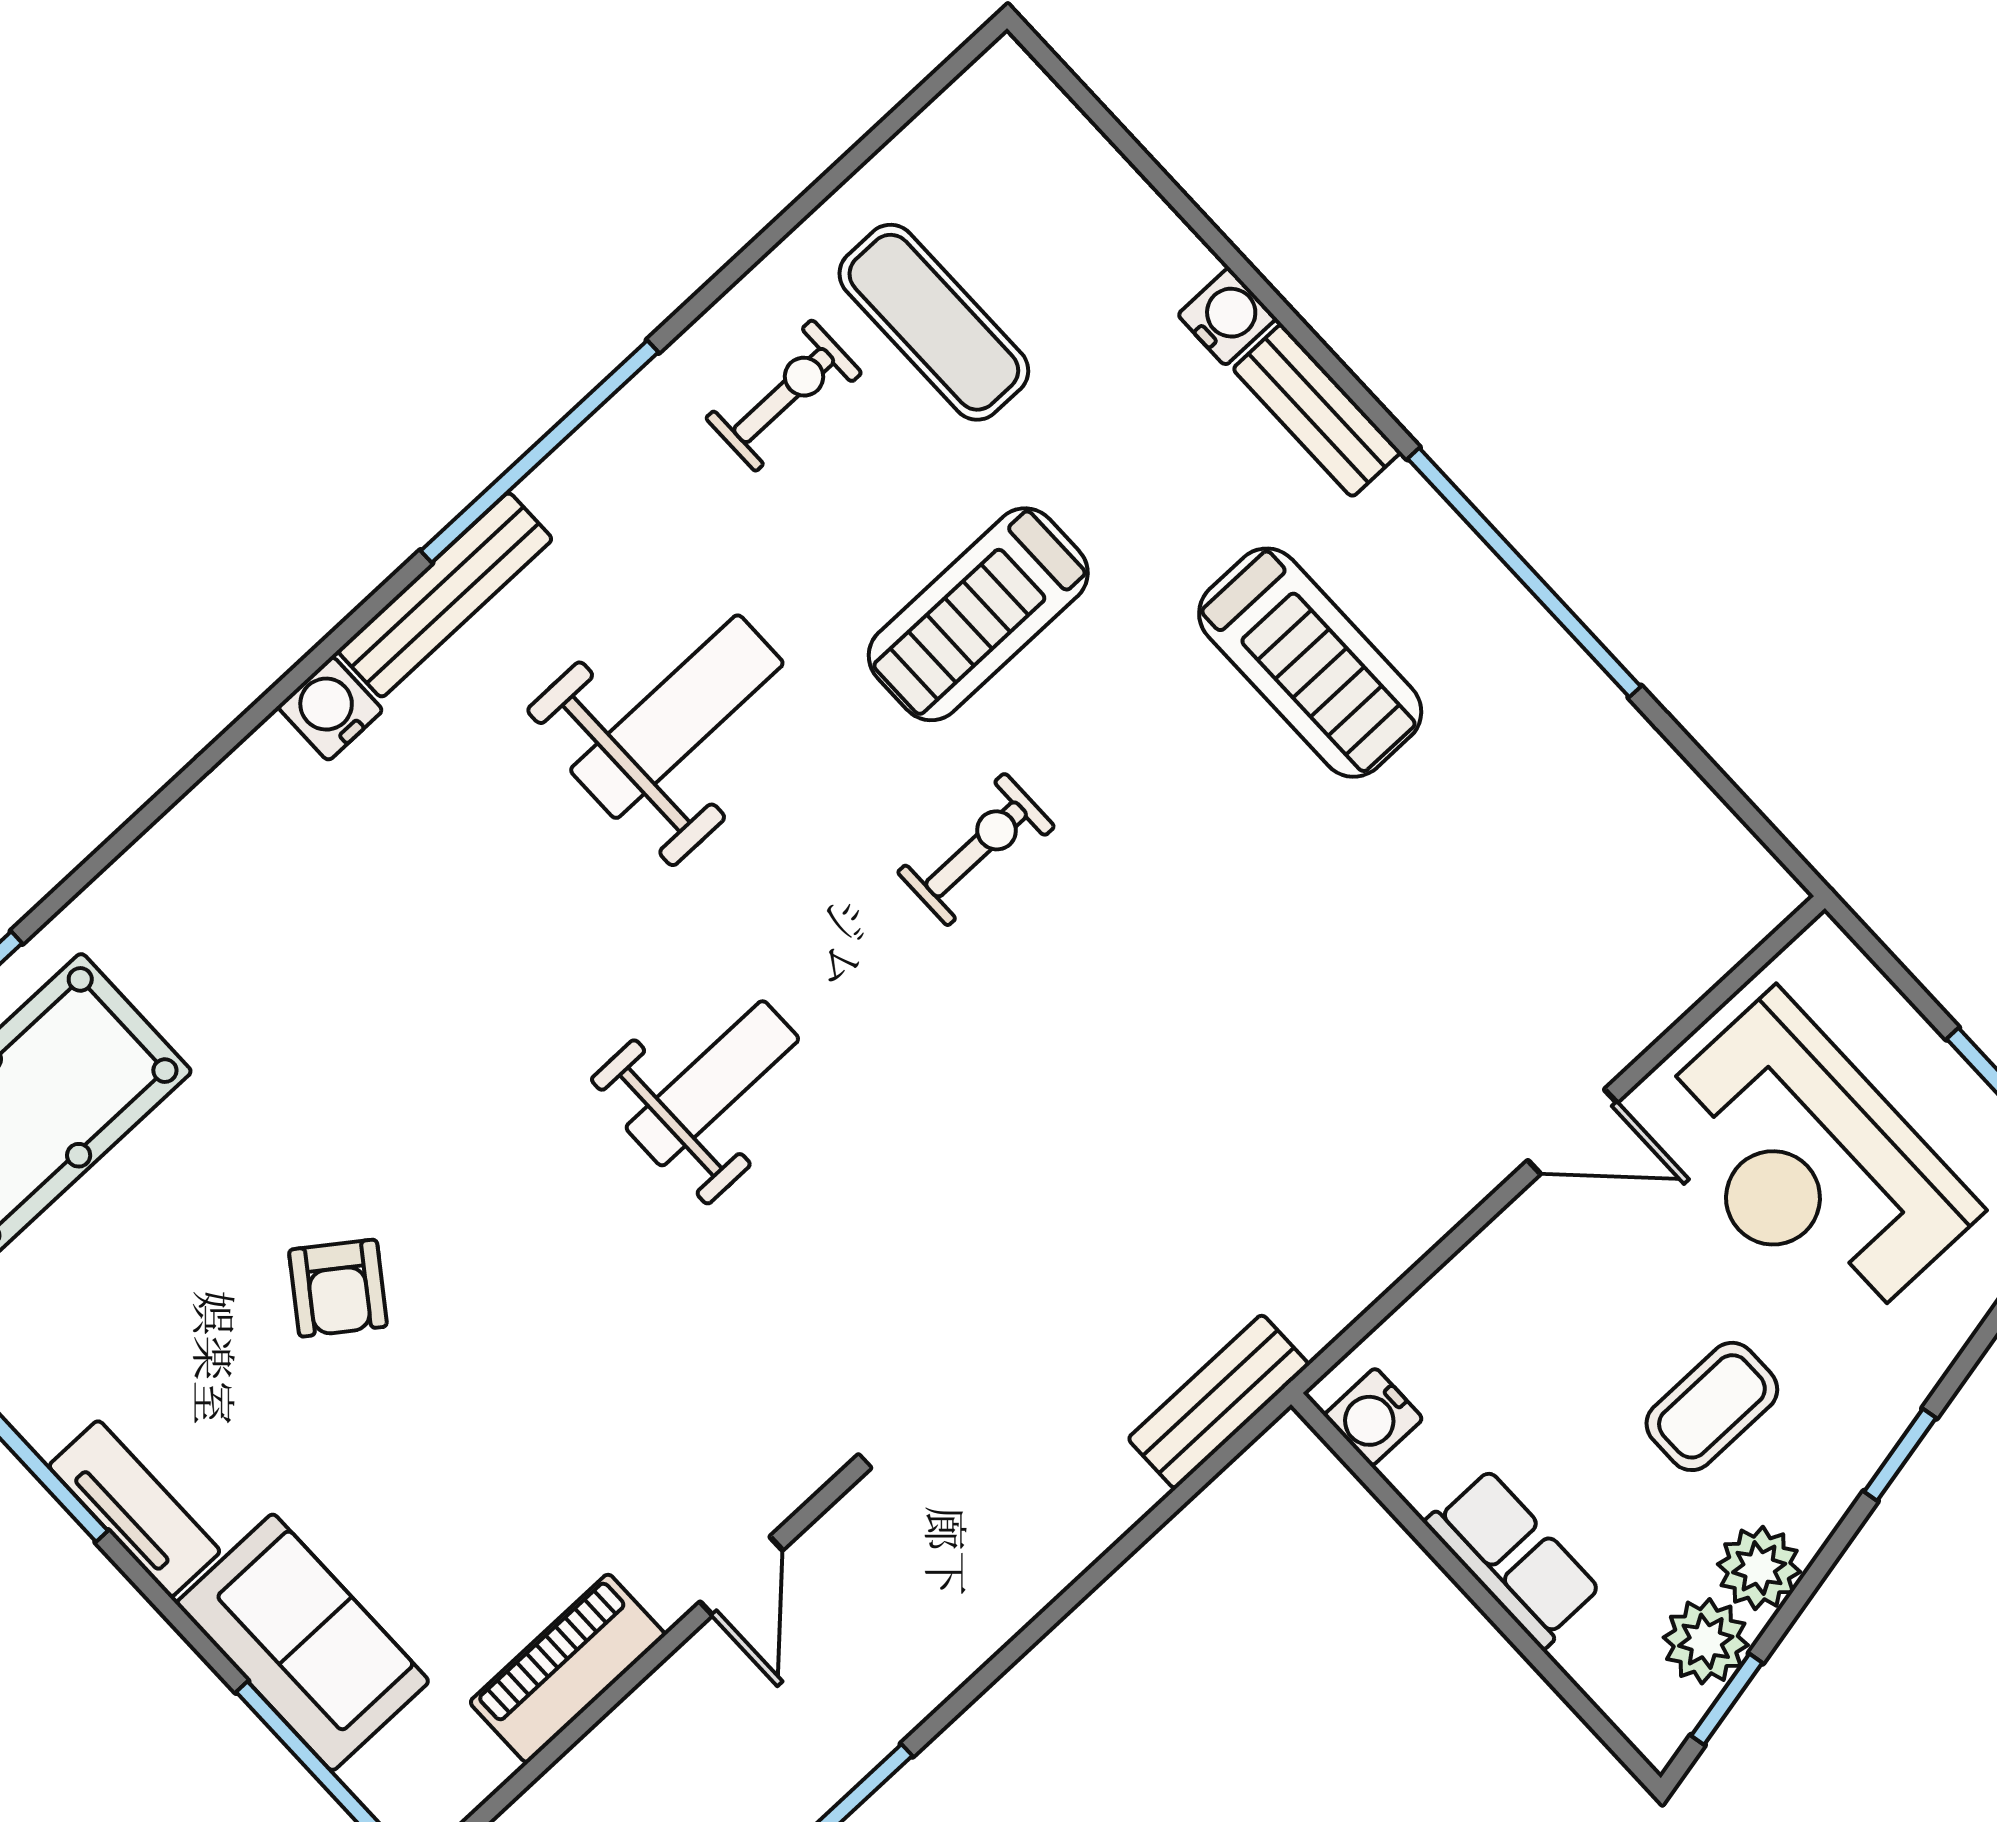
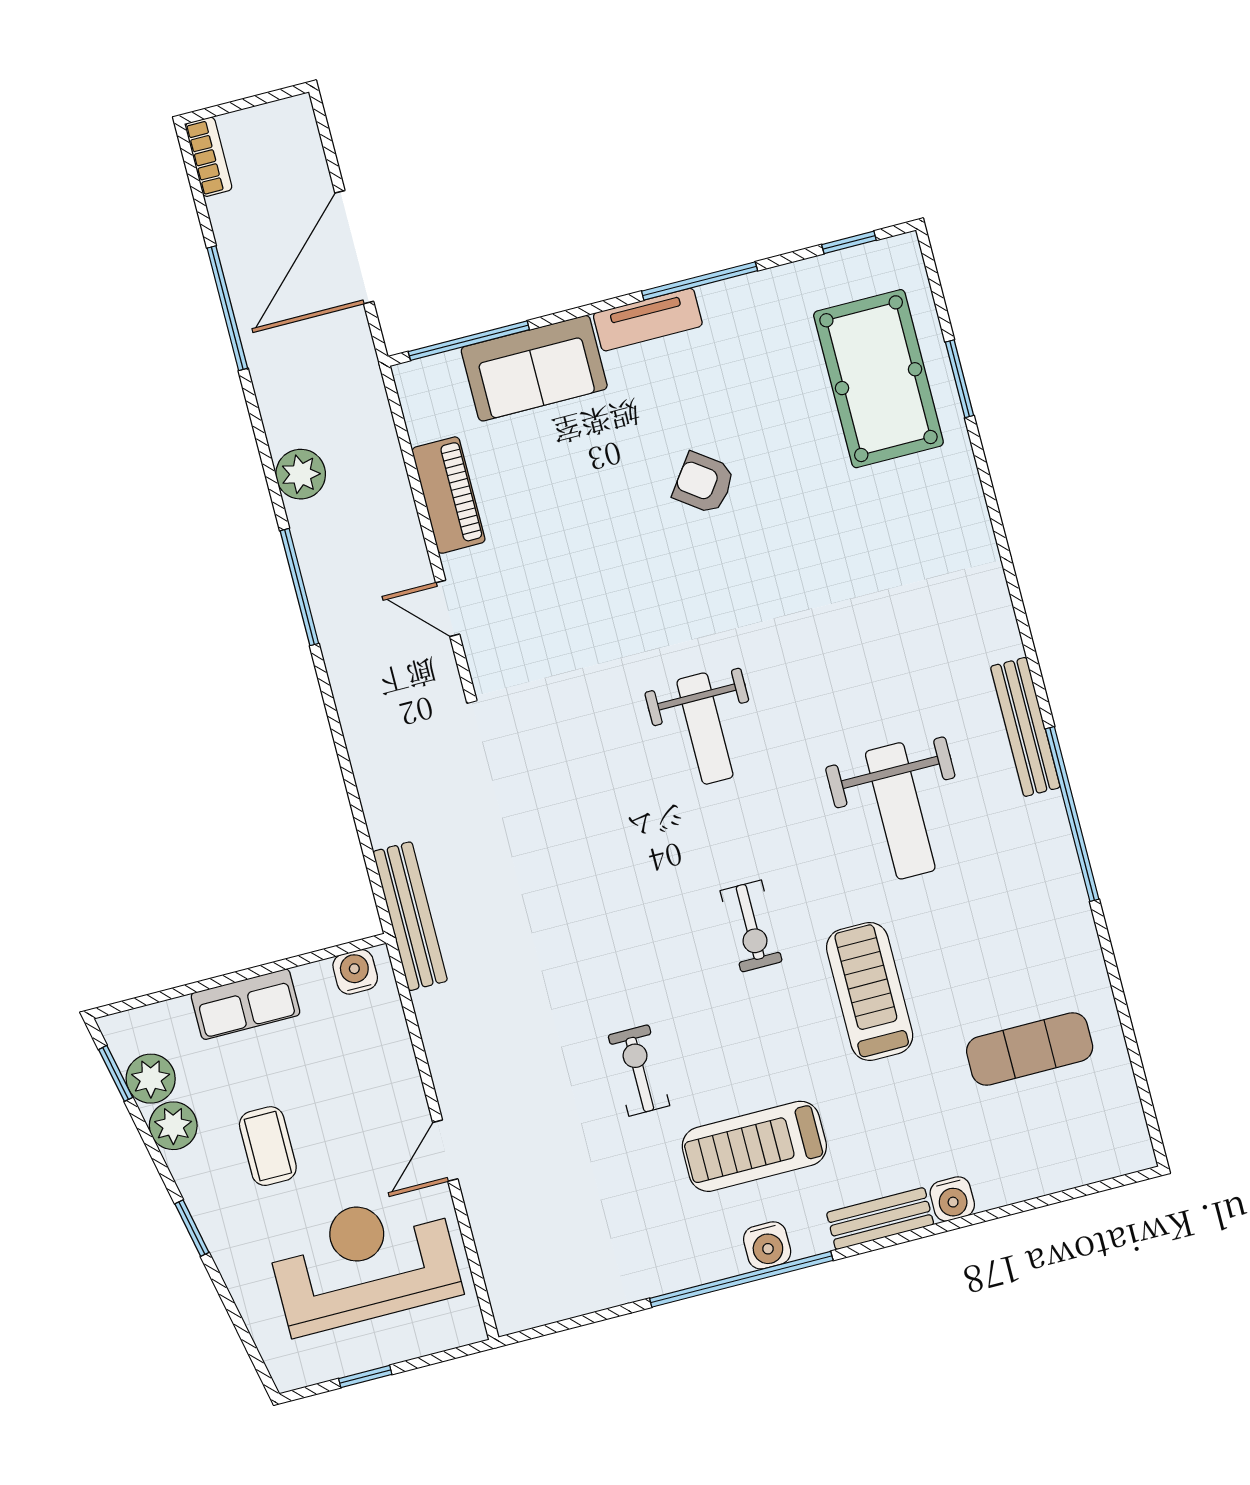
exercise bike: (784, 395) -> (639, 1070), moved, turned 180
water cooler: (330, 708) -> (767, 1245), moved, turned 90
bench: (1218, 1402) -> (410, 916), width x1.36

